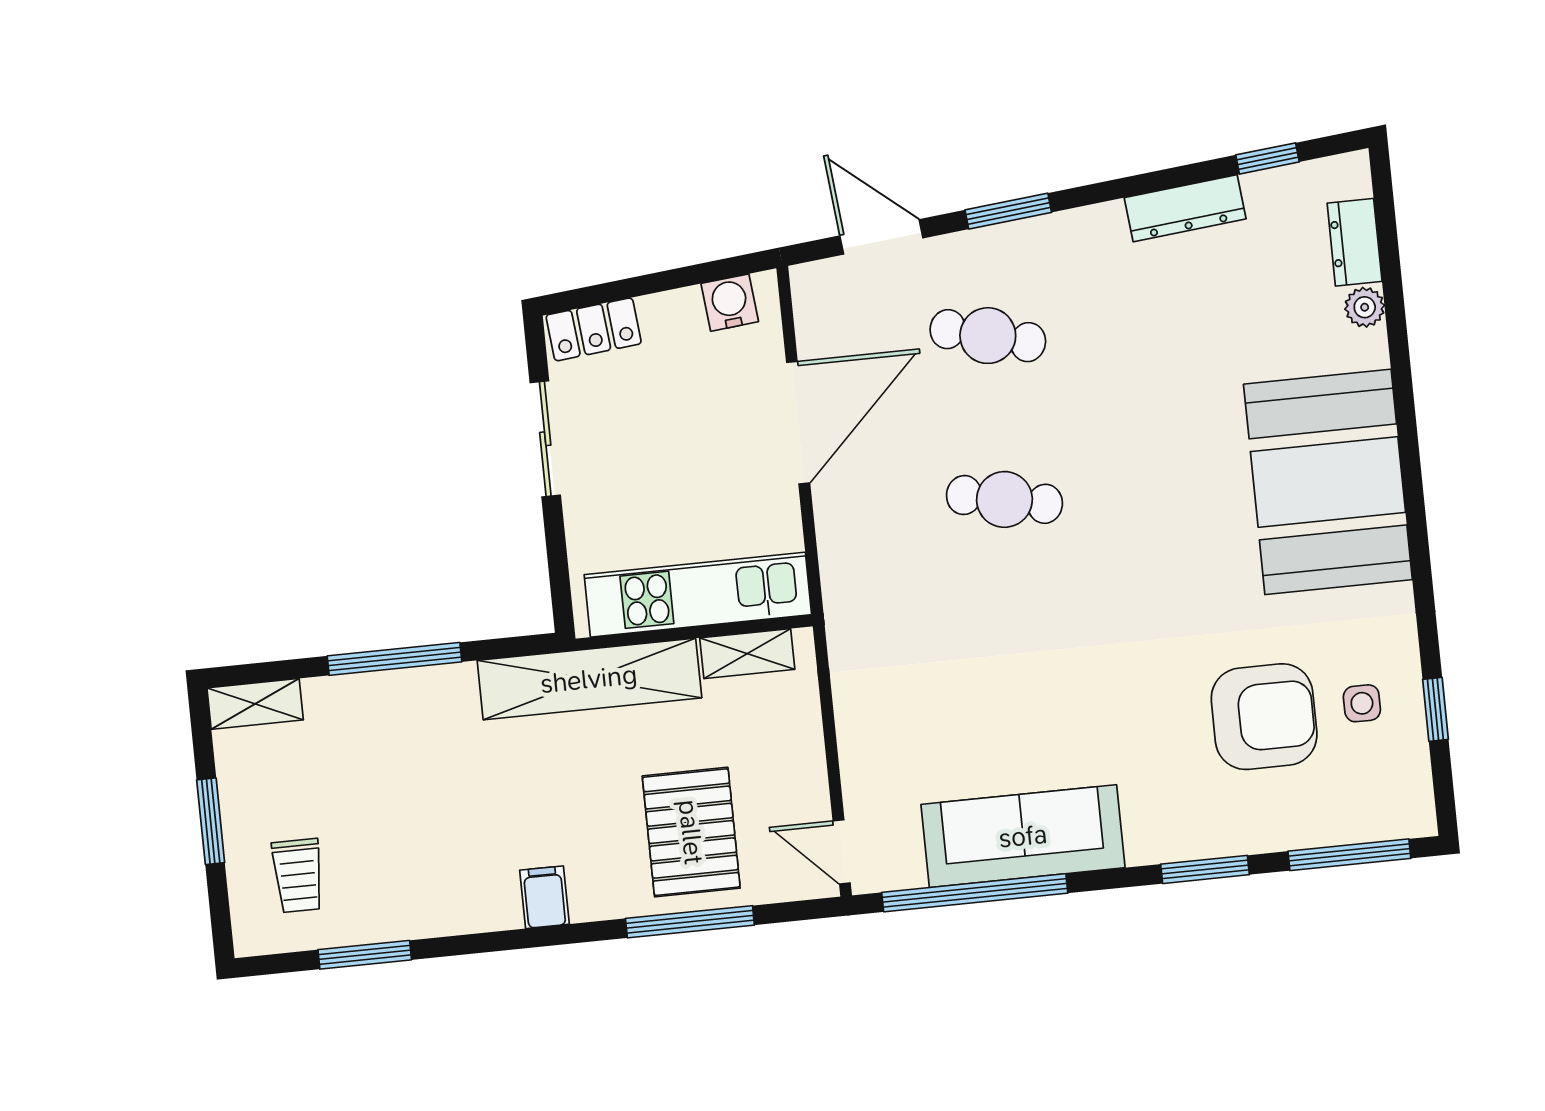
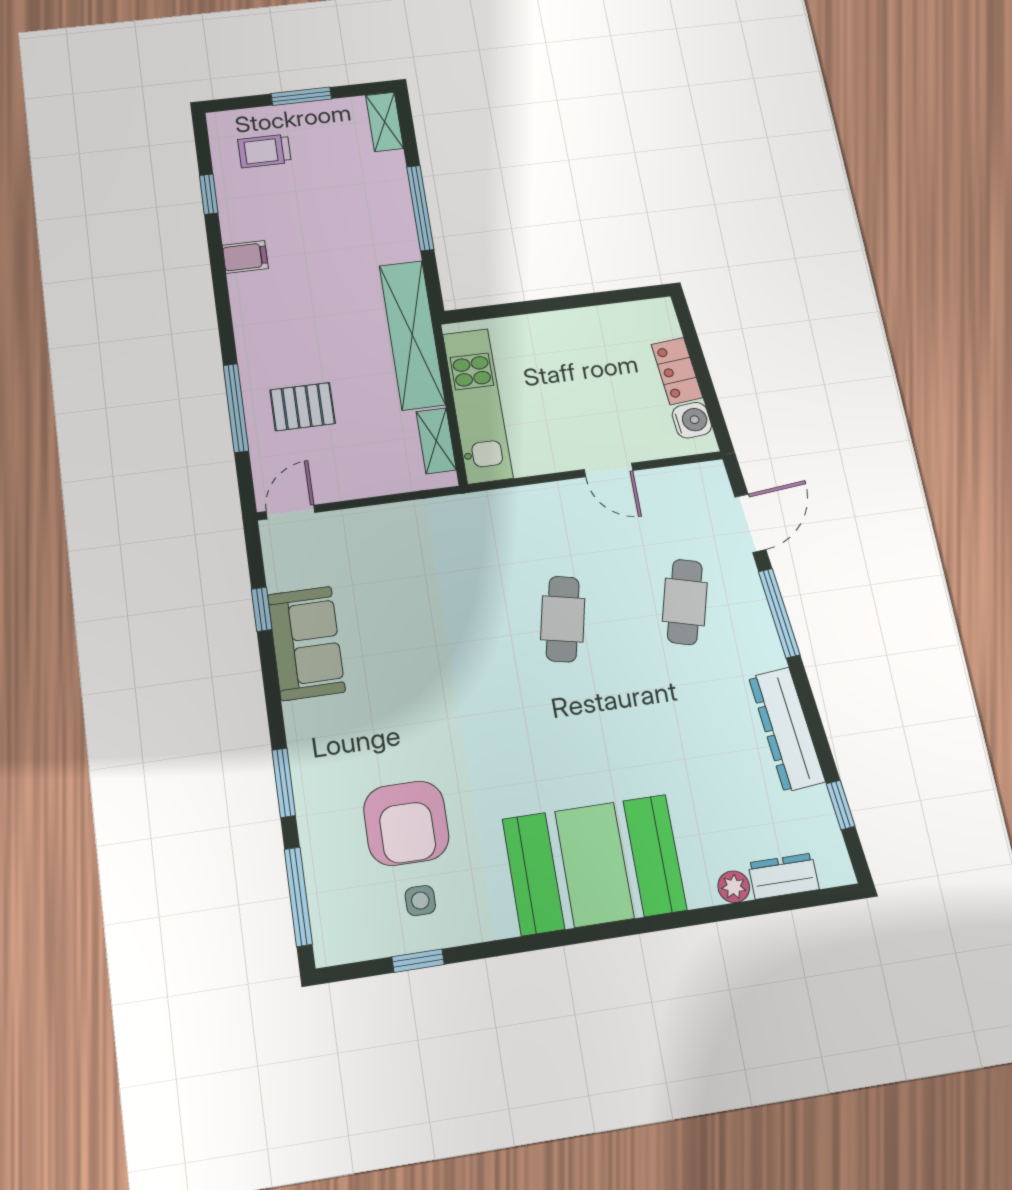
dresser: (1185, 208) -> (787, 729), width x1.37, depth x1.24
window: (1008, 211) -> (779, 613), width x1.44
locker: (594, 329) -> (677, 371), moved
door: (798, 423) -> (609, 470), width x0.53
sliding door: (545, 439) -> (583, 301), removed
pallet: (691, 832) -> (303, 407), width x0.67, depth x0.71
sofa: (1023, 836) -> (306, 643), width x0.73
window: (975, 893) -> (262, 609), width x0.32
filing cabinet: (544, 897) -> (245, 257), moved
window: (365, 955) -> (209, 194), width x0.67

